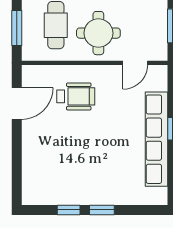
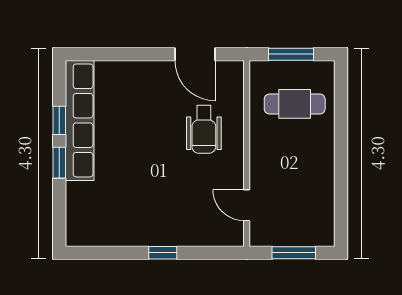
round table: (98, 33) -> (285, 158), removed
row of seats: (157, 139) -> (80, 120), moved, turned 90

